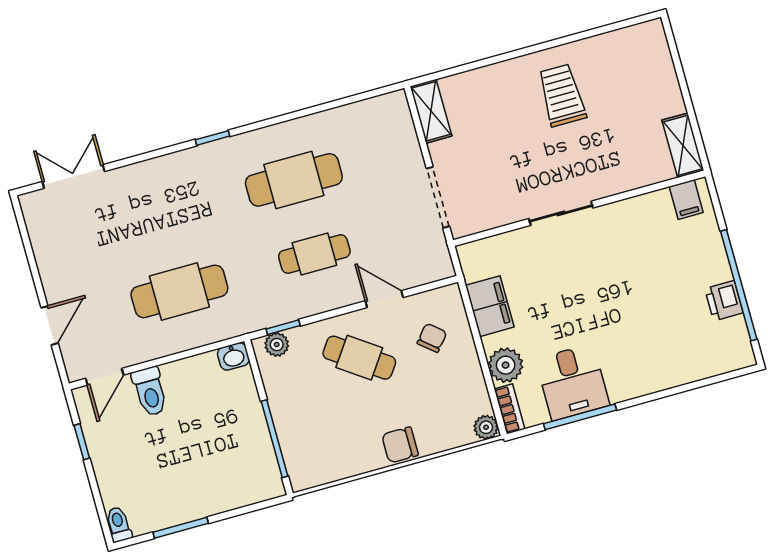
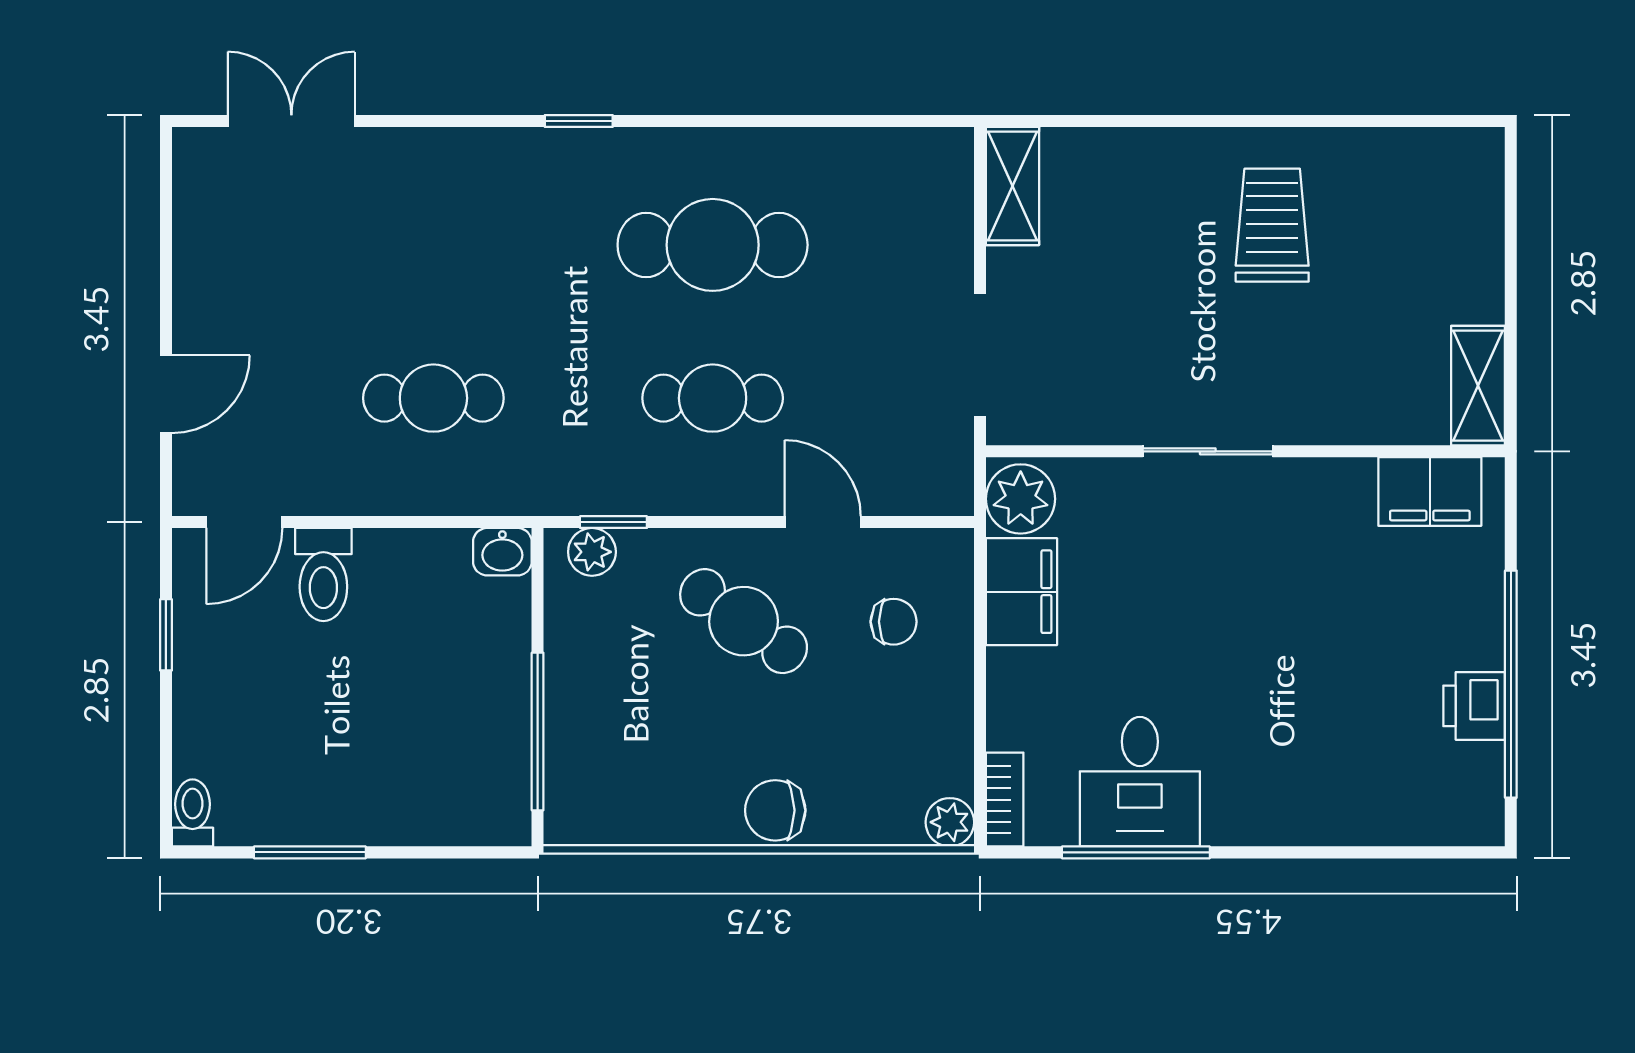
filing cabinet: (686, 200) -> (1430, 492), width x2.00
cafe table: (179, 291) -> (433, 398), width x0.73, depth x0.74
chair: (432, 338) -> (894, 622), turned 50
plant: (506, 365) -> (1021, 499), moved

